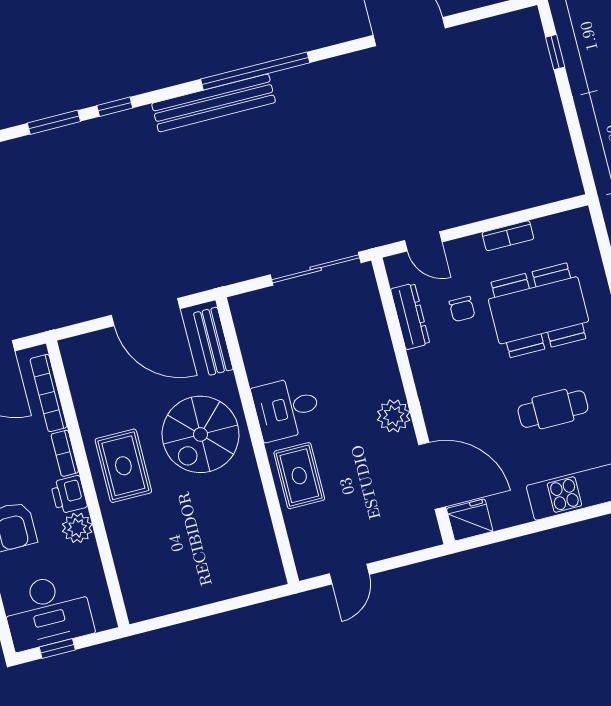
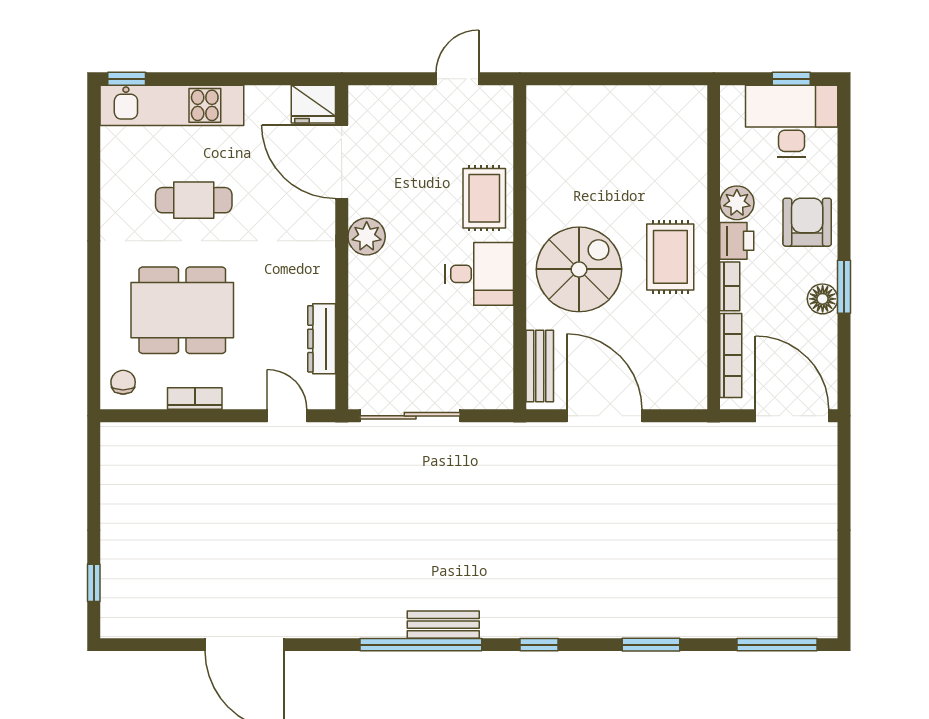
bench: (214, 103) -> (443, 625), width x0.54, depth x0.82
window: (115, 107) -> (539, 645), moved
chair: (462, 309) -> (123, 382), moved

